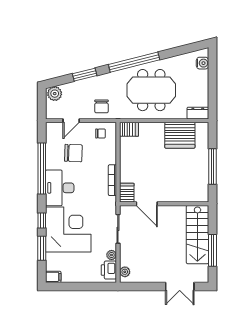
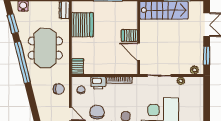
window: (85, 75) -> (13, 24), moved
server rack: (127, 193) -> (130, 35), moved
door: (147, 204) -> (139, 52), swing flipped
printer: (109, 270) -> (98, 83), moved
window: (142, 286) -> (207, 56), added

